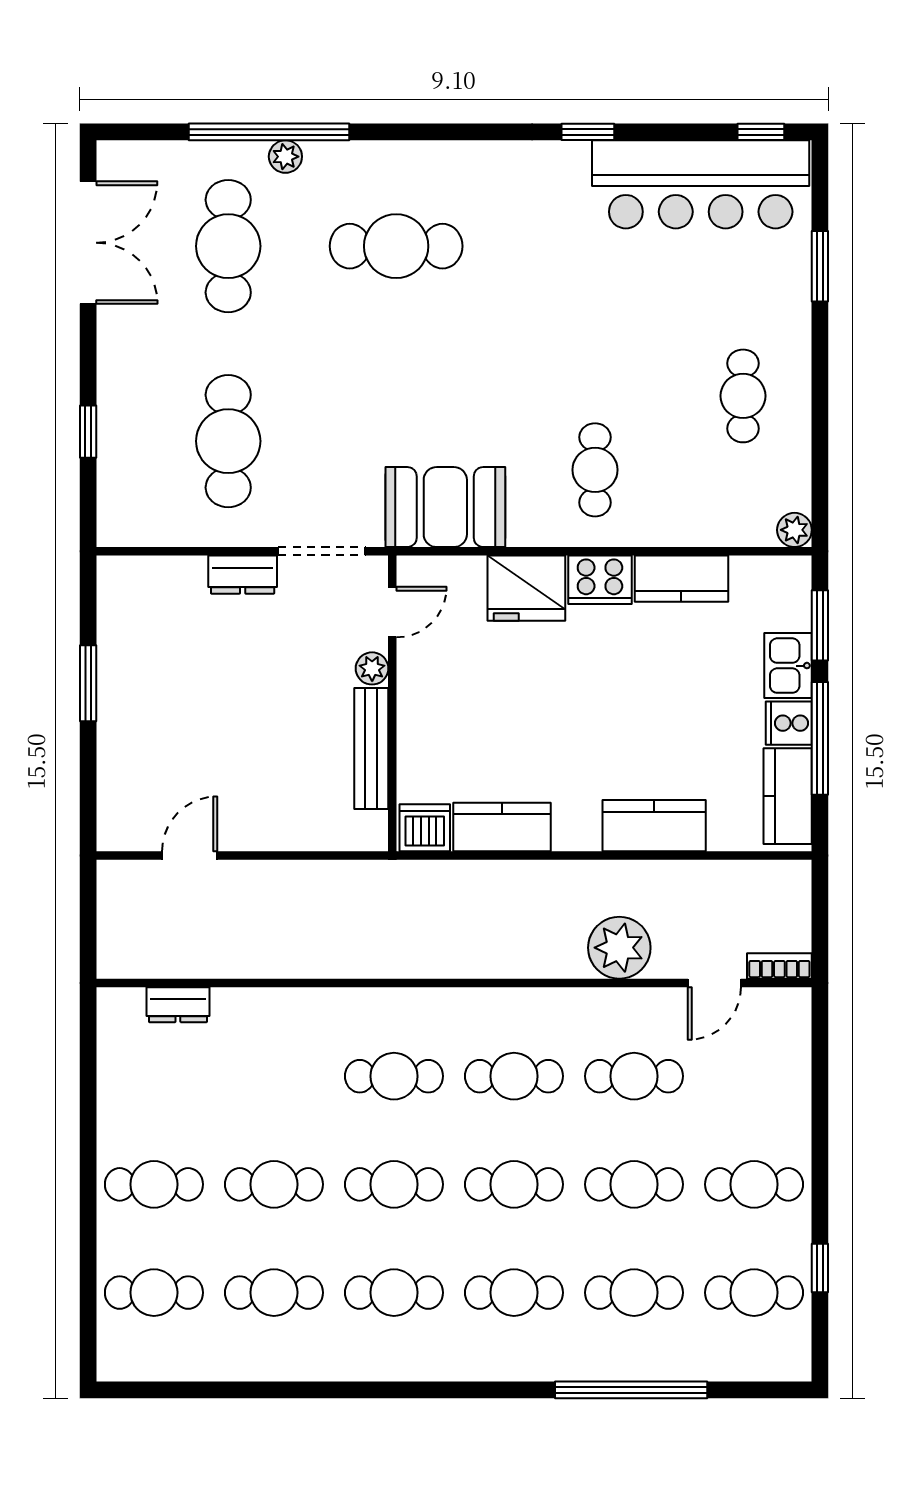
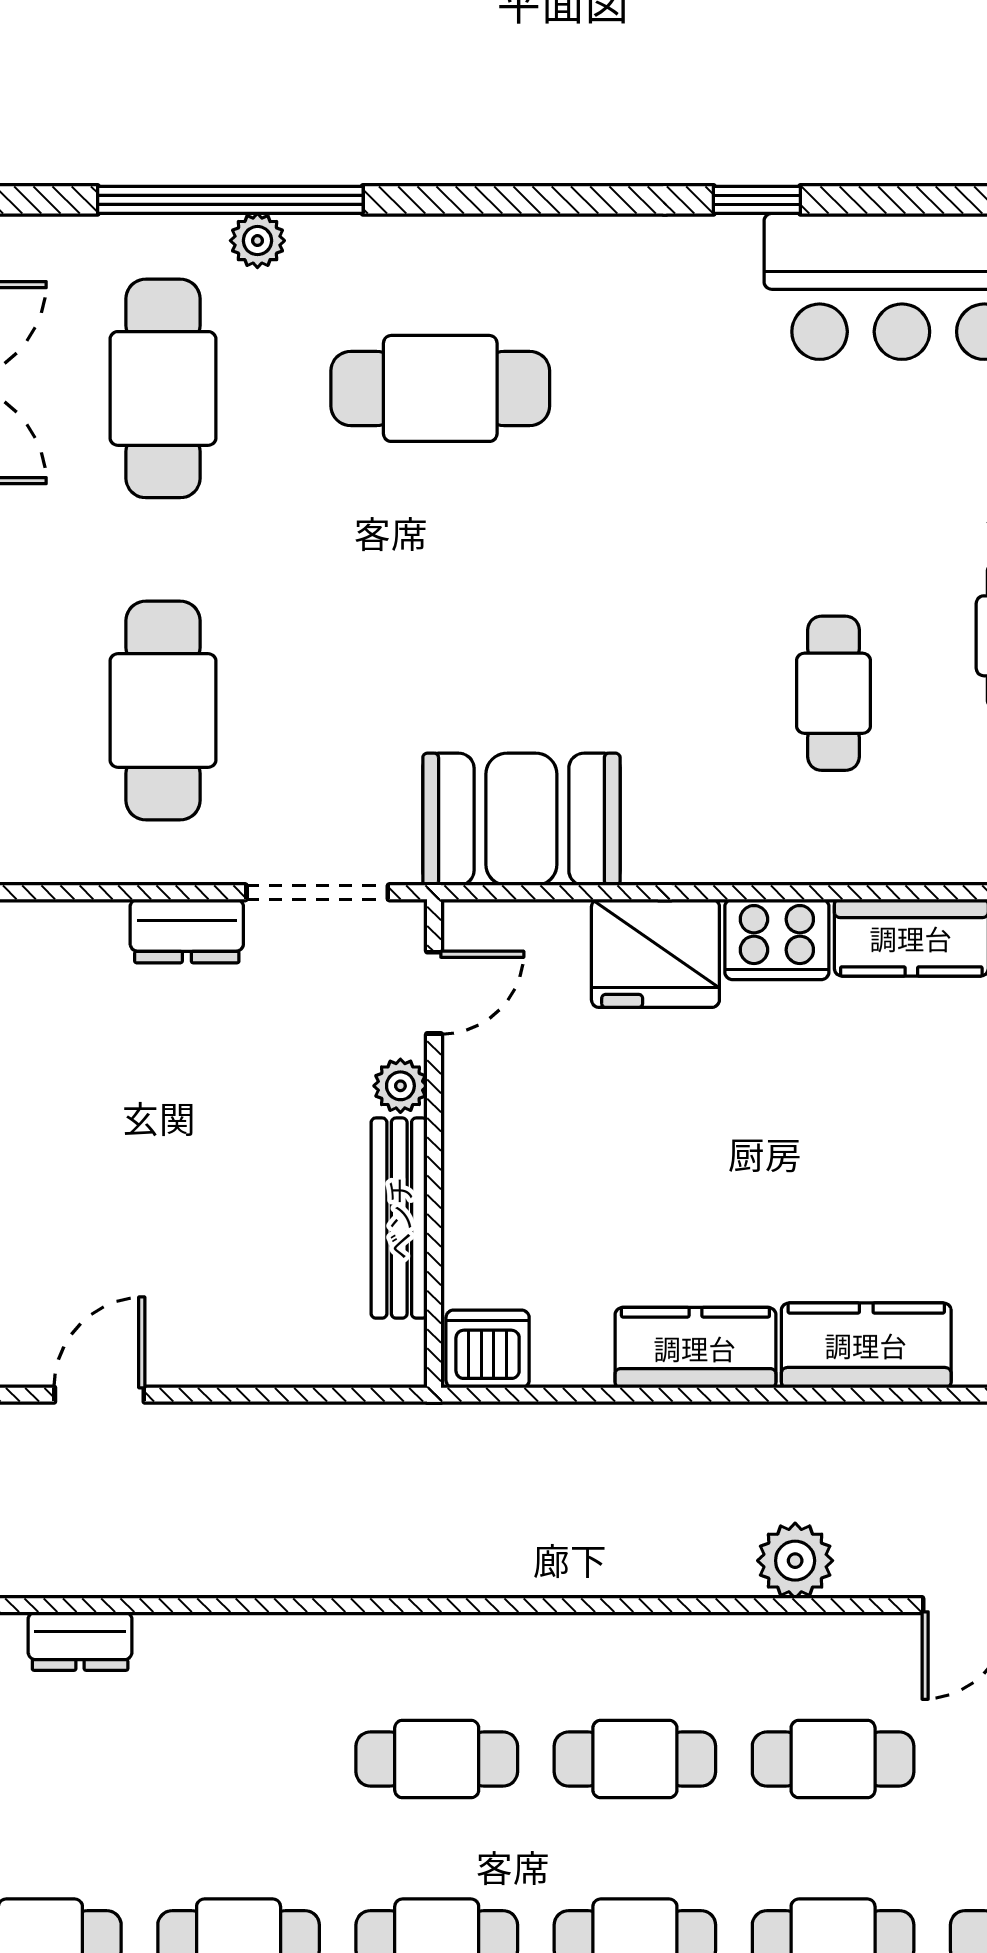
cafe table: (595, 470) -> (833, 693), moved
kitchen counter: (502, 827) -> (695, 1348), moved
plant: (619, 948) -> (795, 1561), width x0.73, depth x0.73

